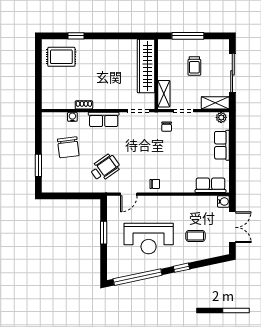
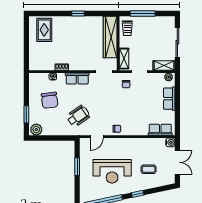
window: (76, 36) -> (78, 13), moved
rug: (61, 57) -> (44, 30), turned 90
trolley: (194, 66) -> (127, 28), moved
plant: (51, 185) -> (36, 130), added

